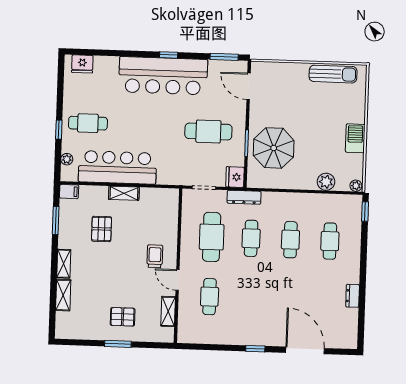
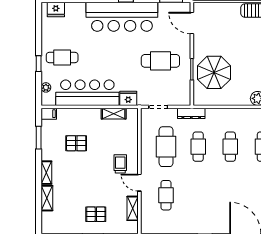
fridge: (235, 177) -> (128, 98), moved, turned 90
shelving: (124, 193) -> (114, 114), moved
pallet: (102, 229) -> (76, 143), turned 90

